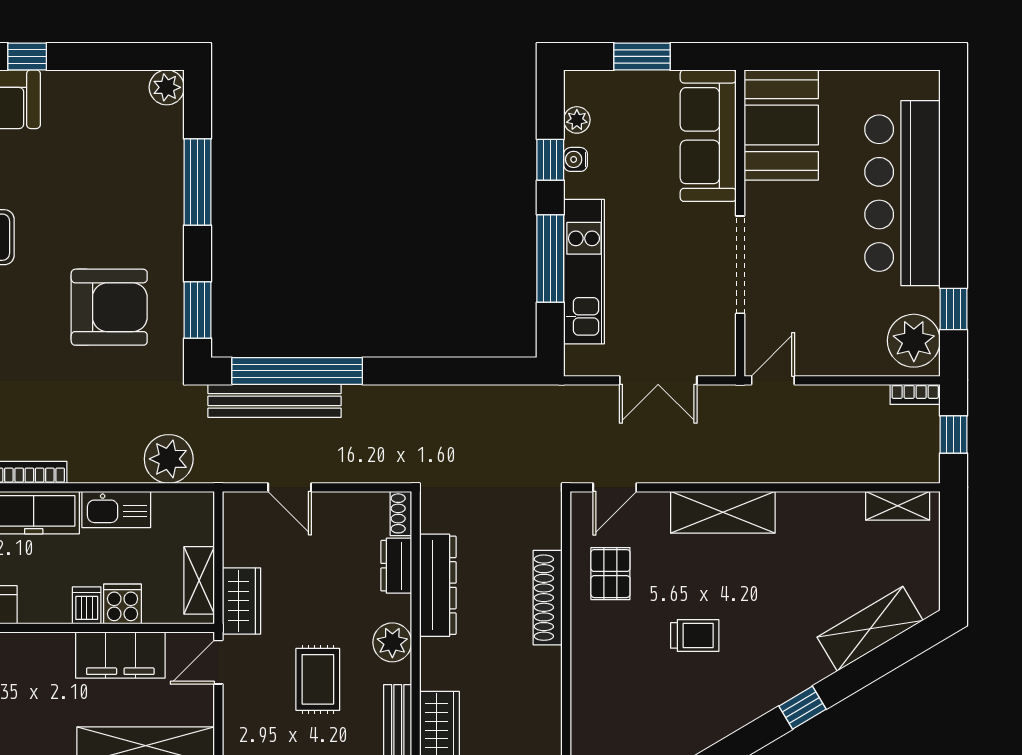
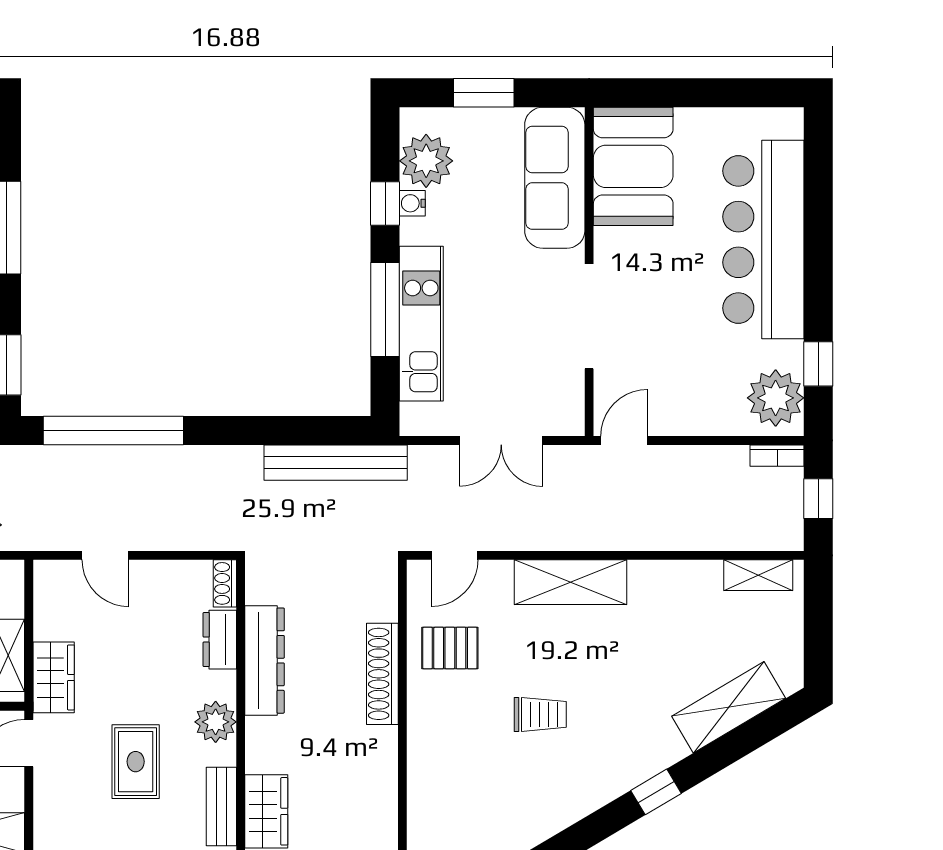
plant: (577, 120) -> (426, 161), width x1.88, depth x1.88
bench: (275, 401) -> (336, 463), moved
pallet: (610, 574) -> (450, 648), turned 90

